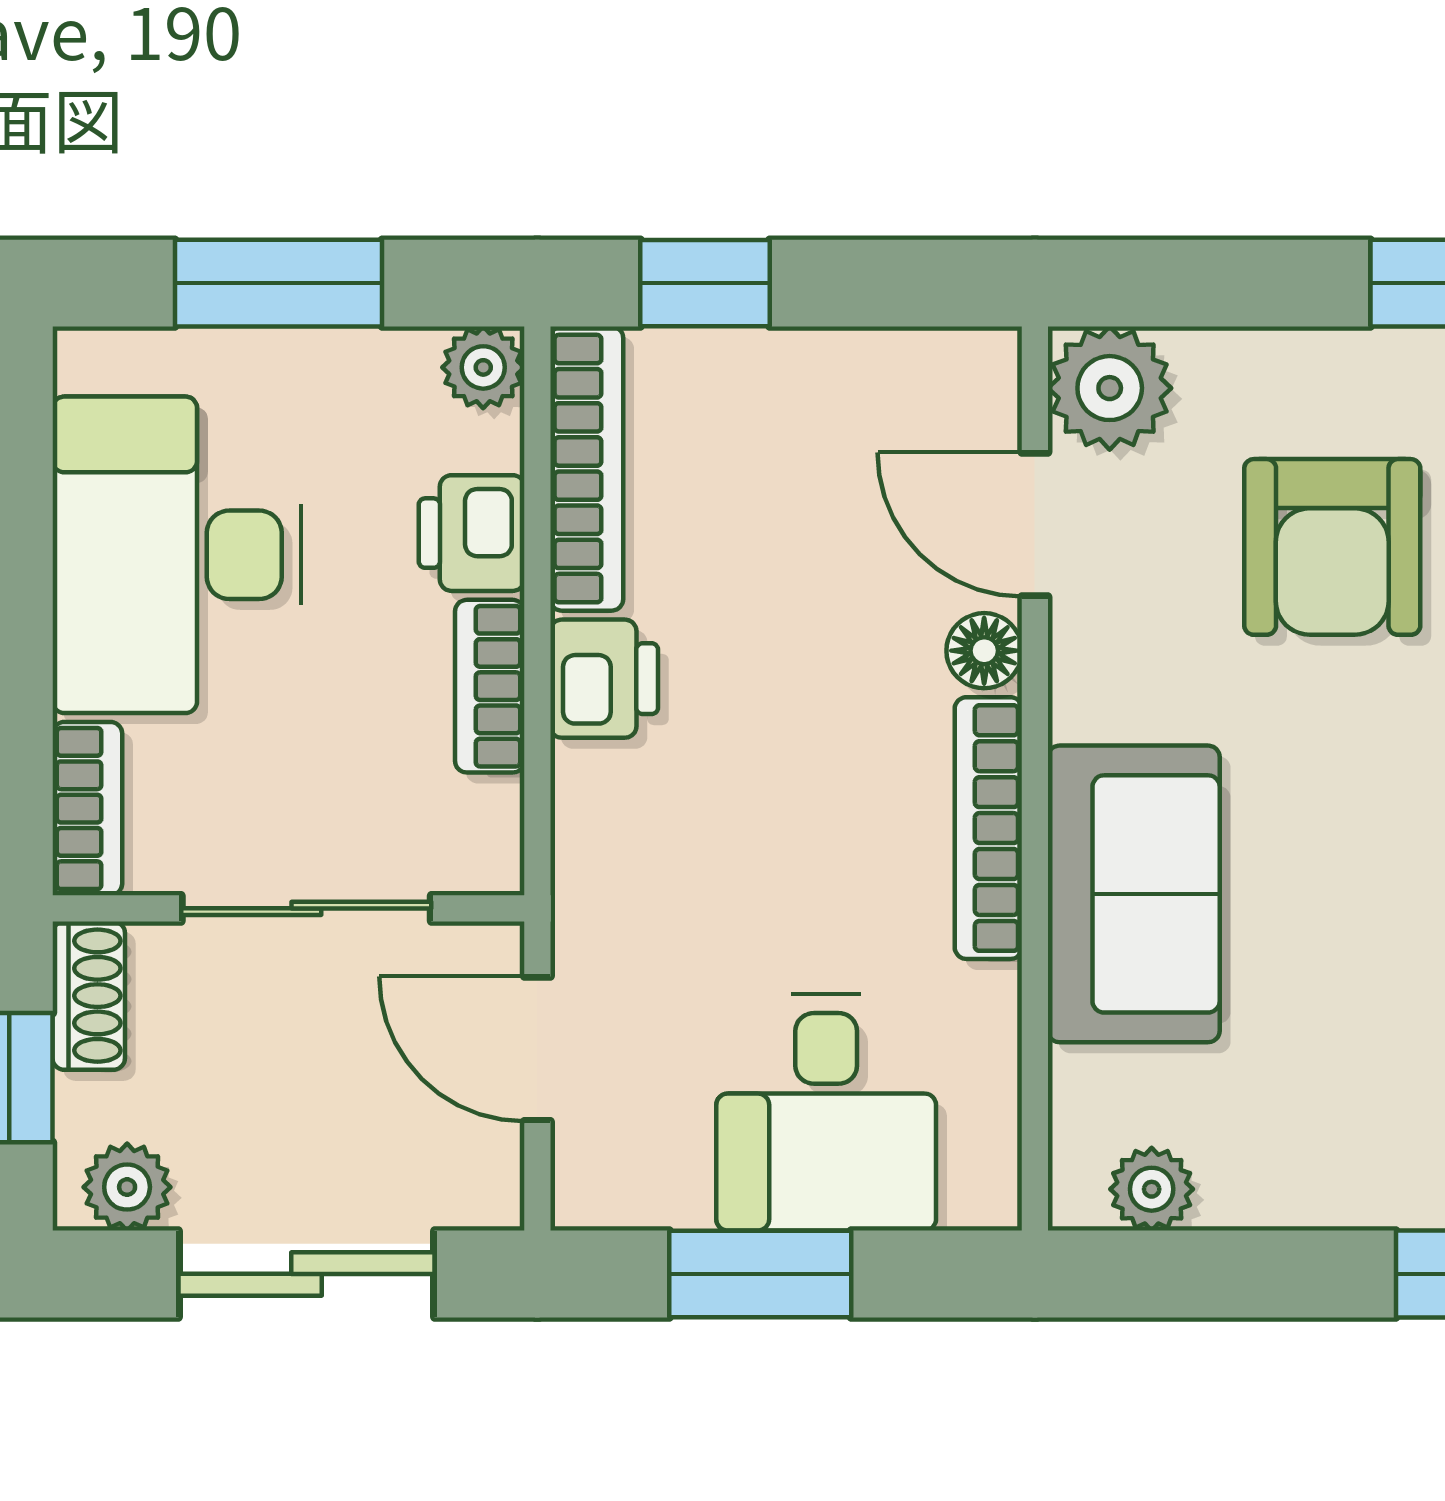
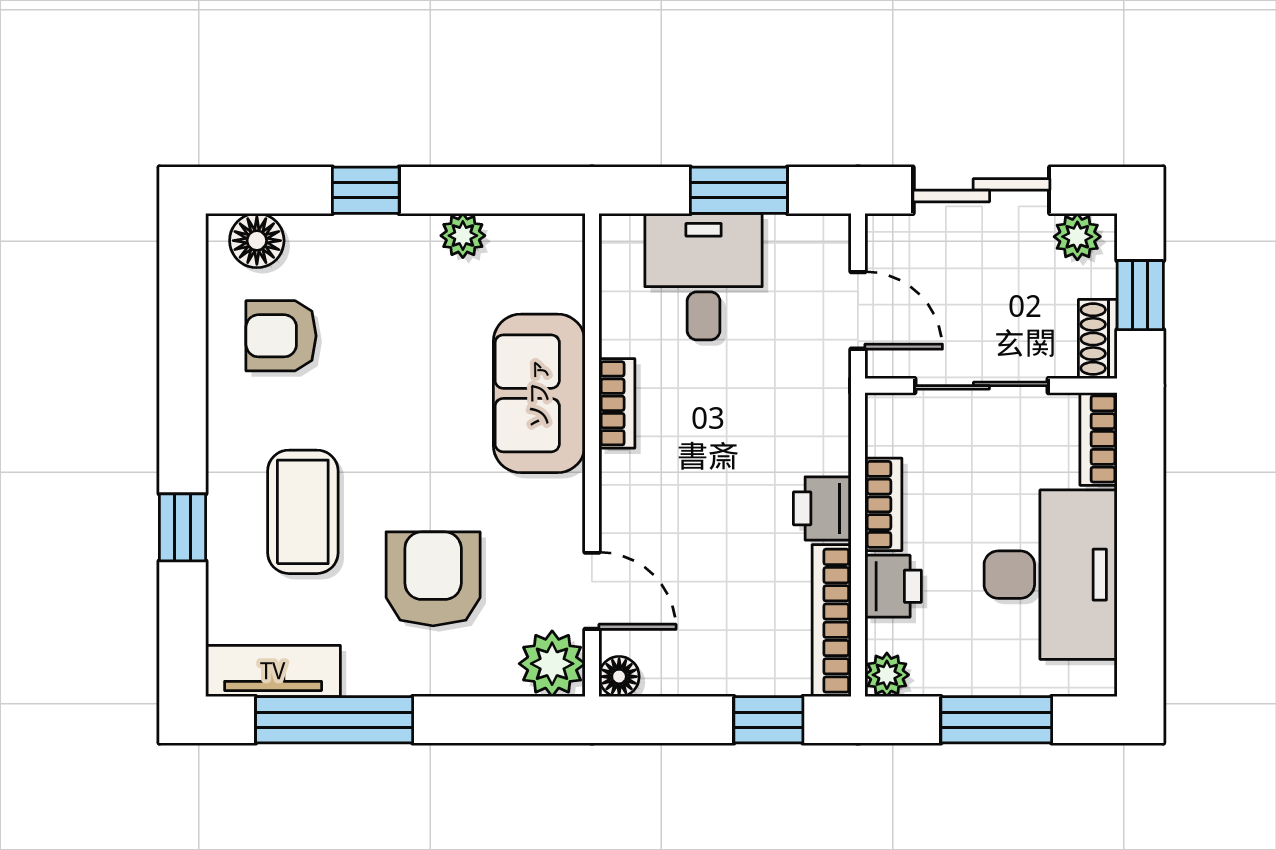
floor lamp: (984, 651) -> (619, 677), moved
bookcase: (988, 828) -> (617, 403), width x0.64
plant: (1152, 1189) -> (463, 236), moved

